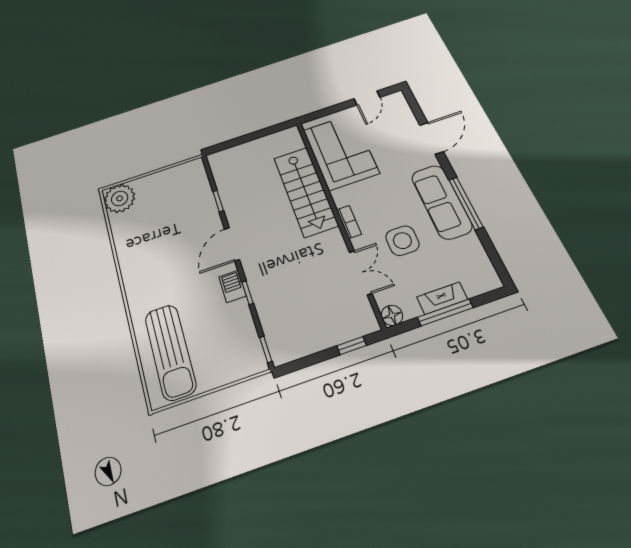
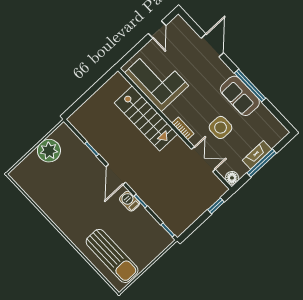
plant: (120, 198) -> (49, 151), moved
sofa: (441, 202) -> (240, 96), width x0.73

